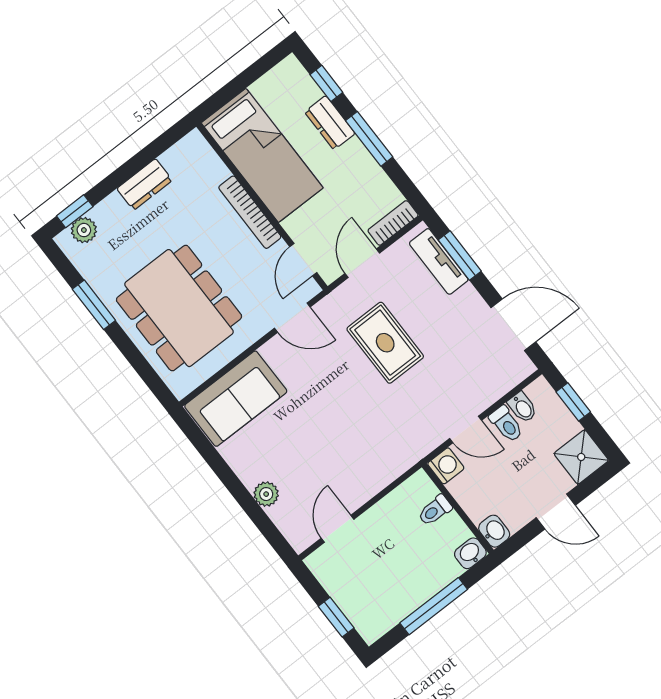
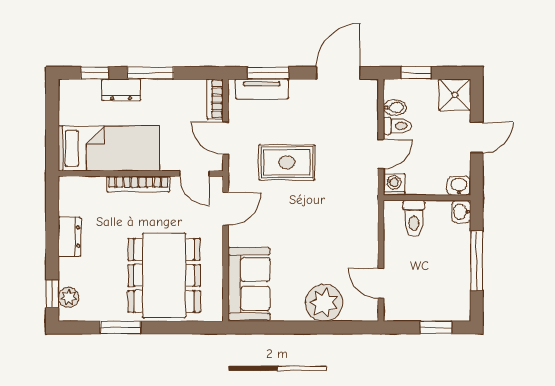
dining table: (179, 308) -> (164, 275), turned 90
plant: (266, 494) -> (324, 303), width x1.87, depth x1.87
toilet: (435, 510) -> (414, 218), width x1.37, depth x1.39

